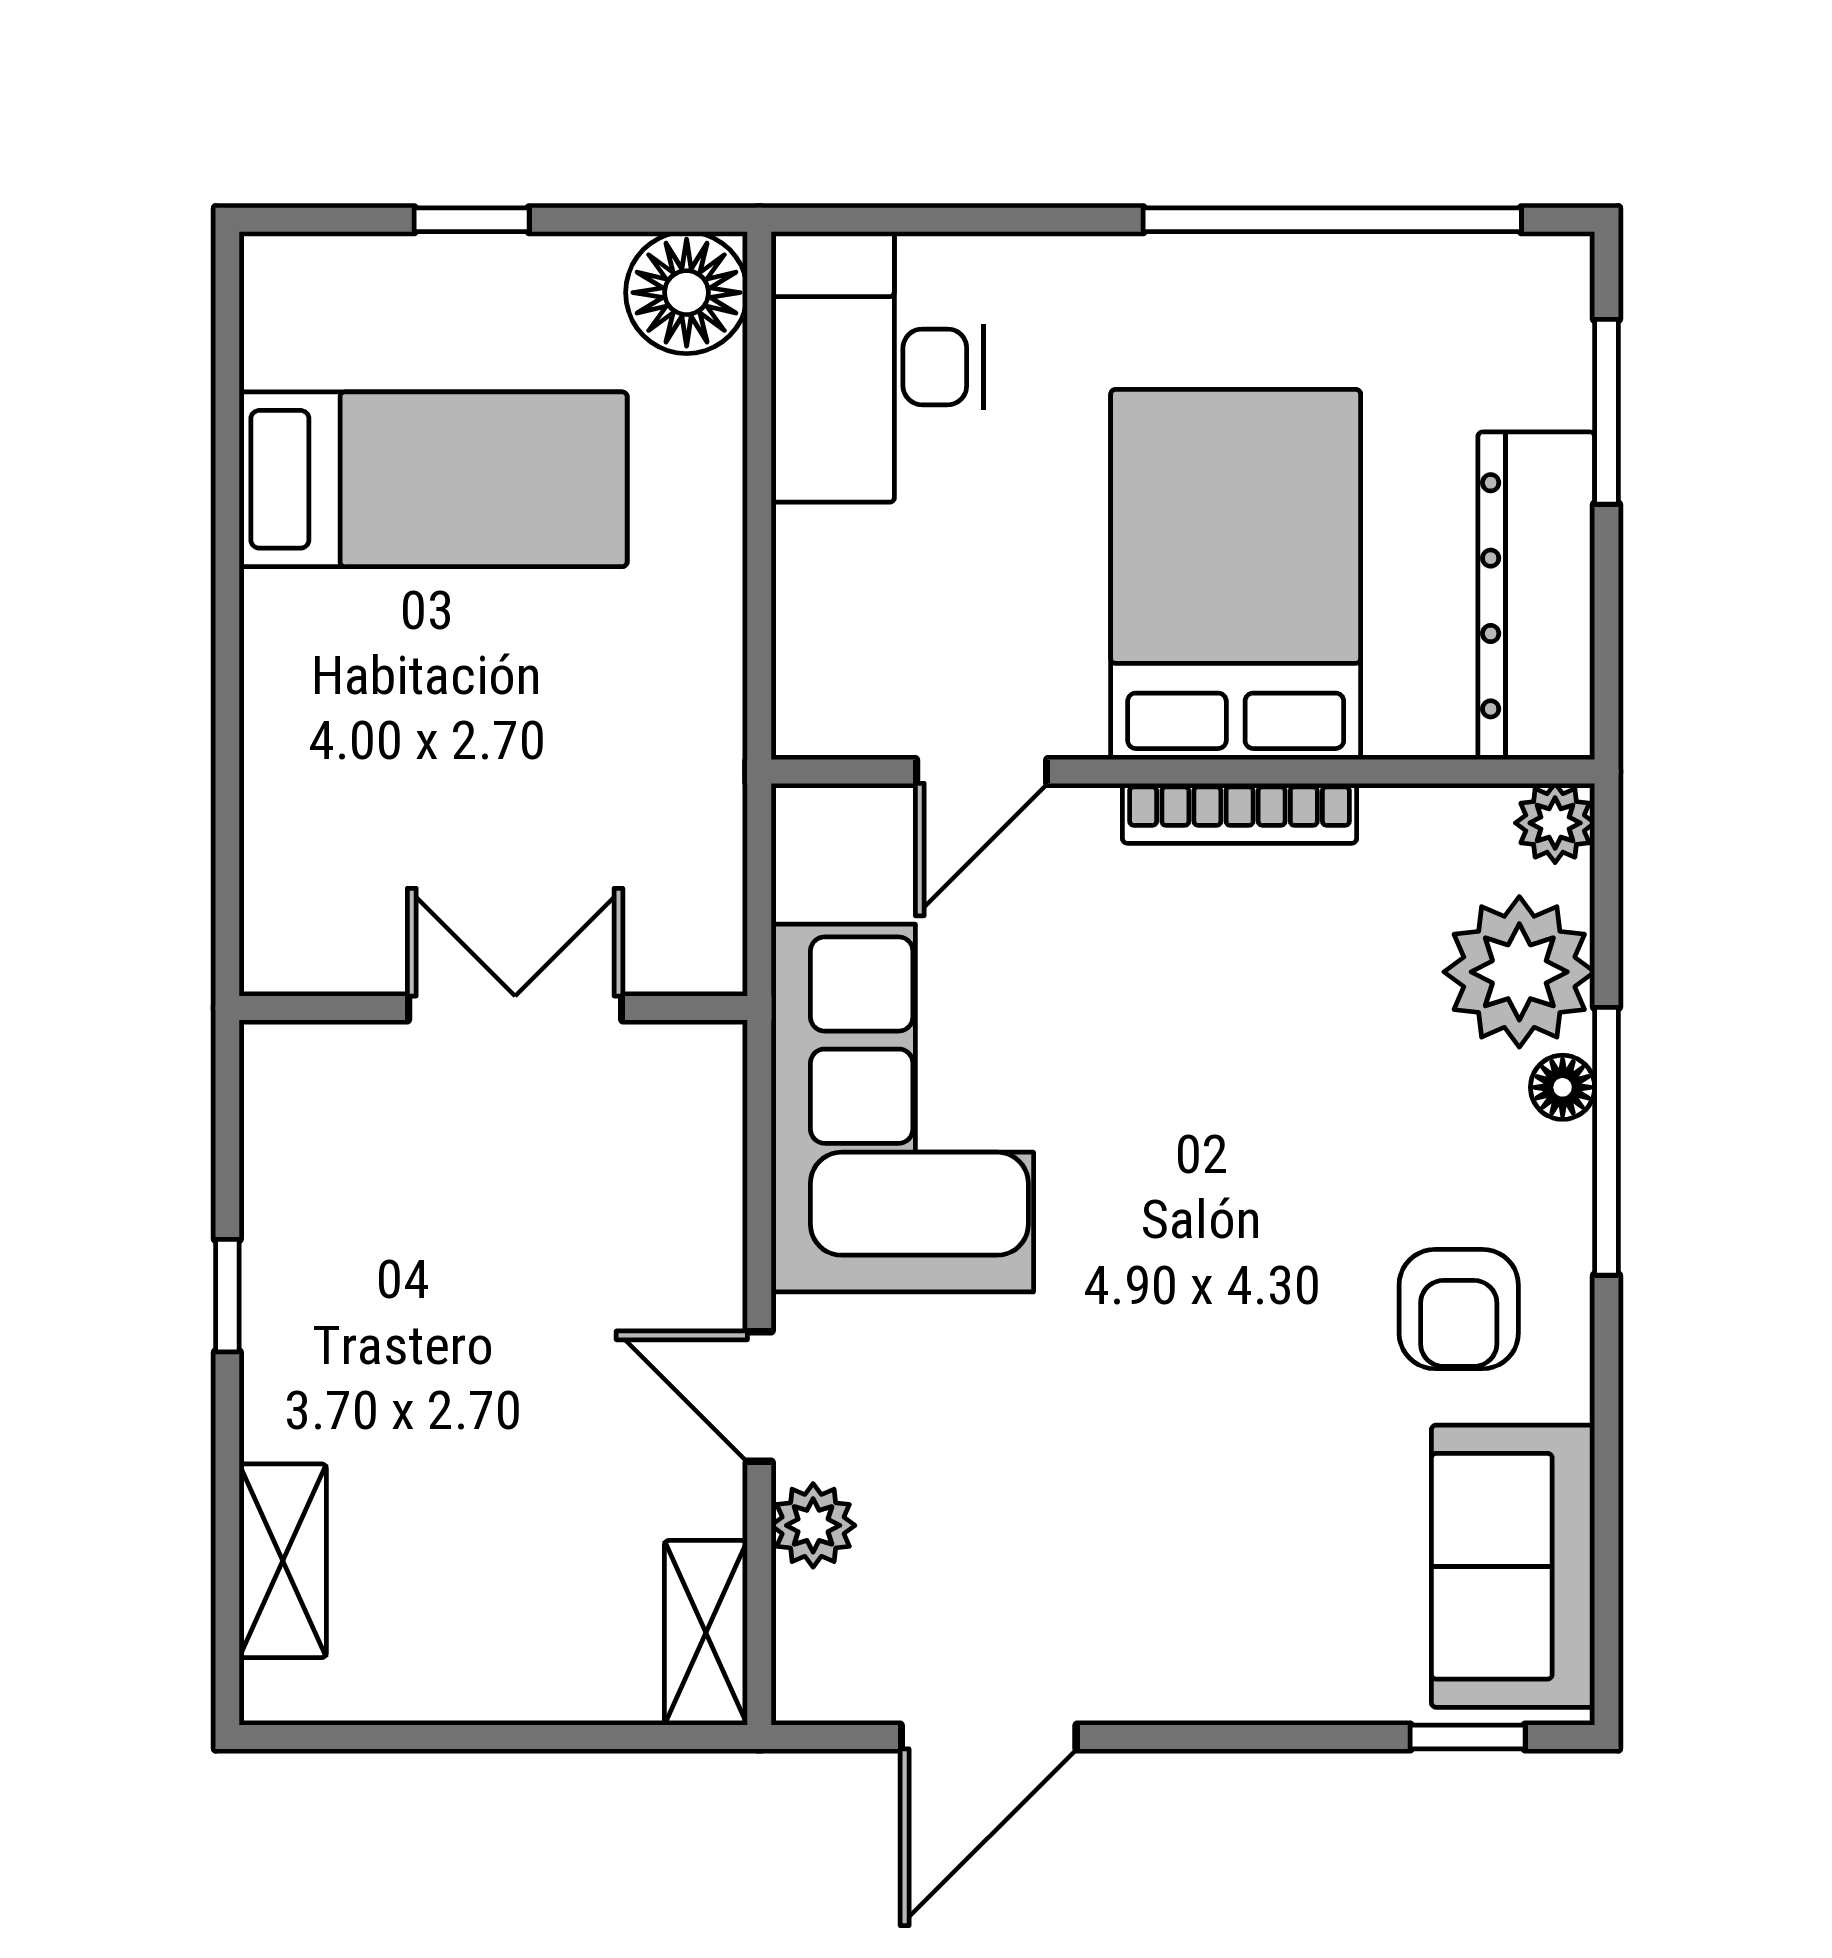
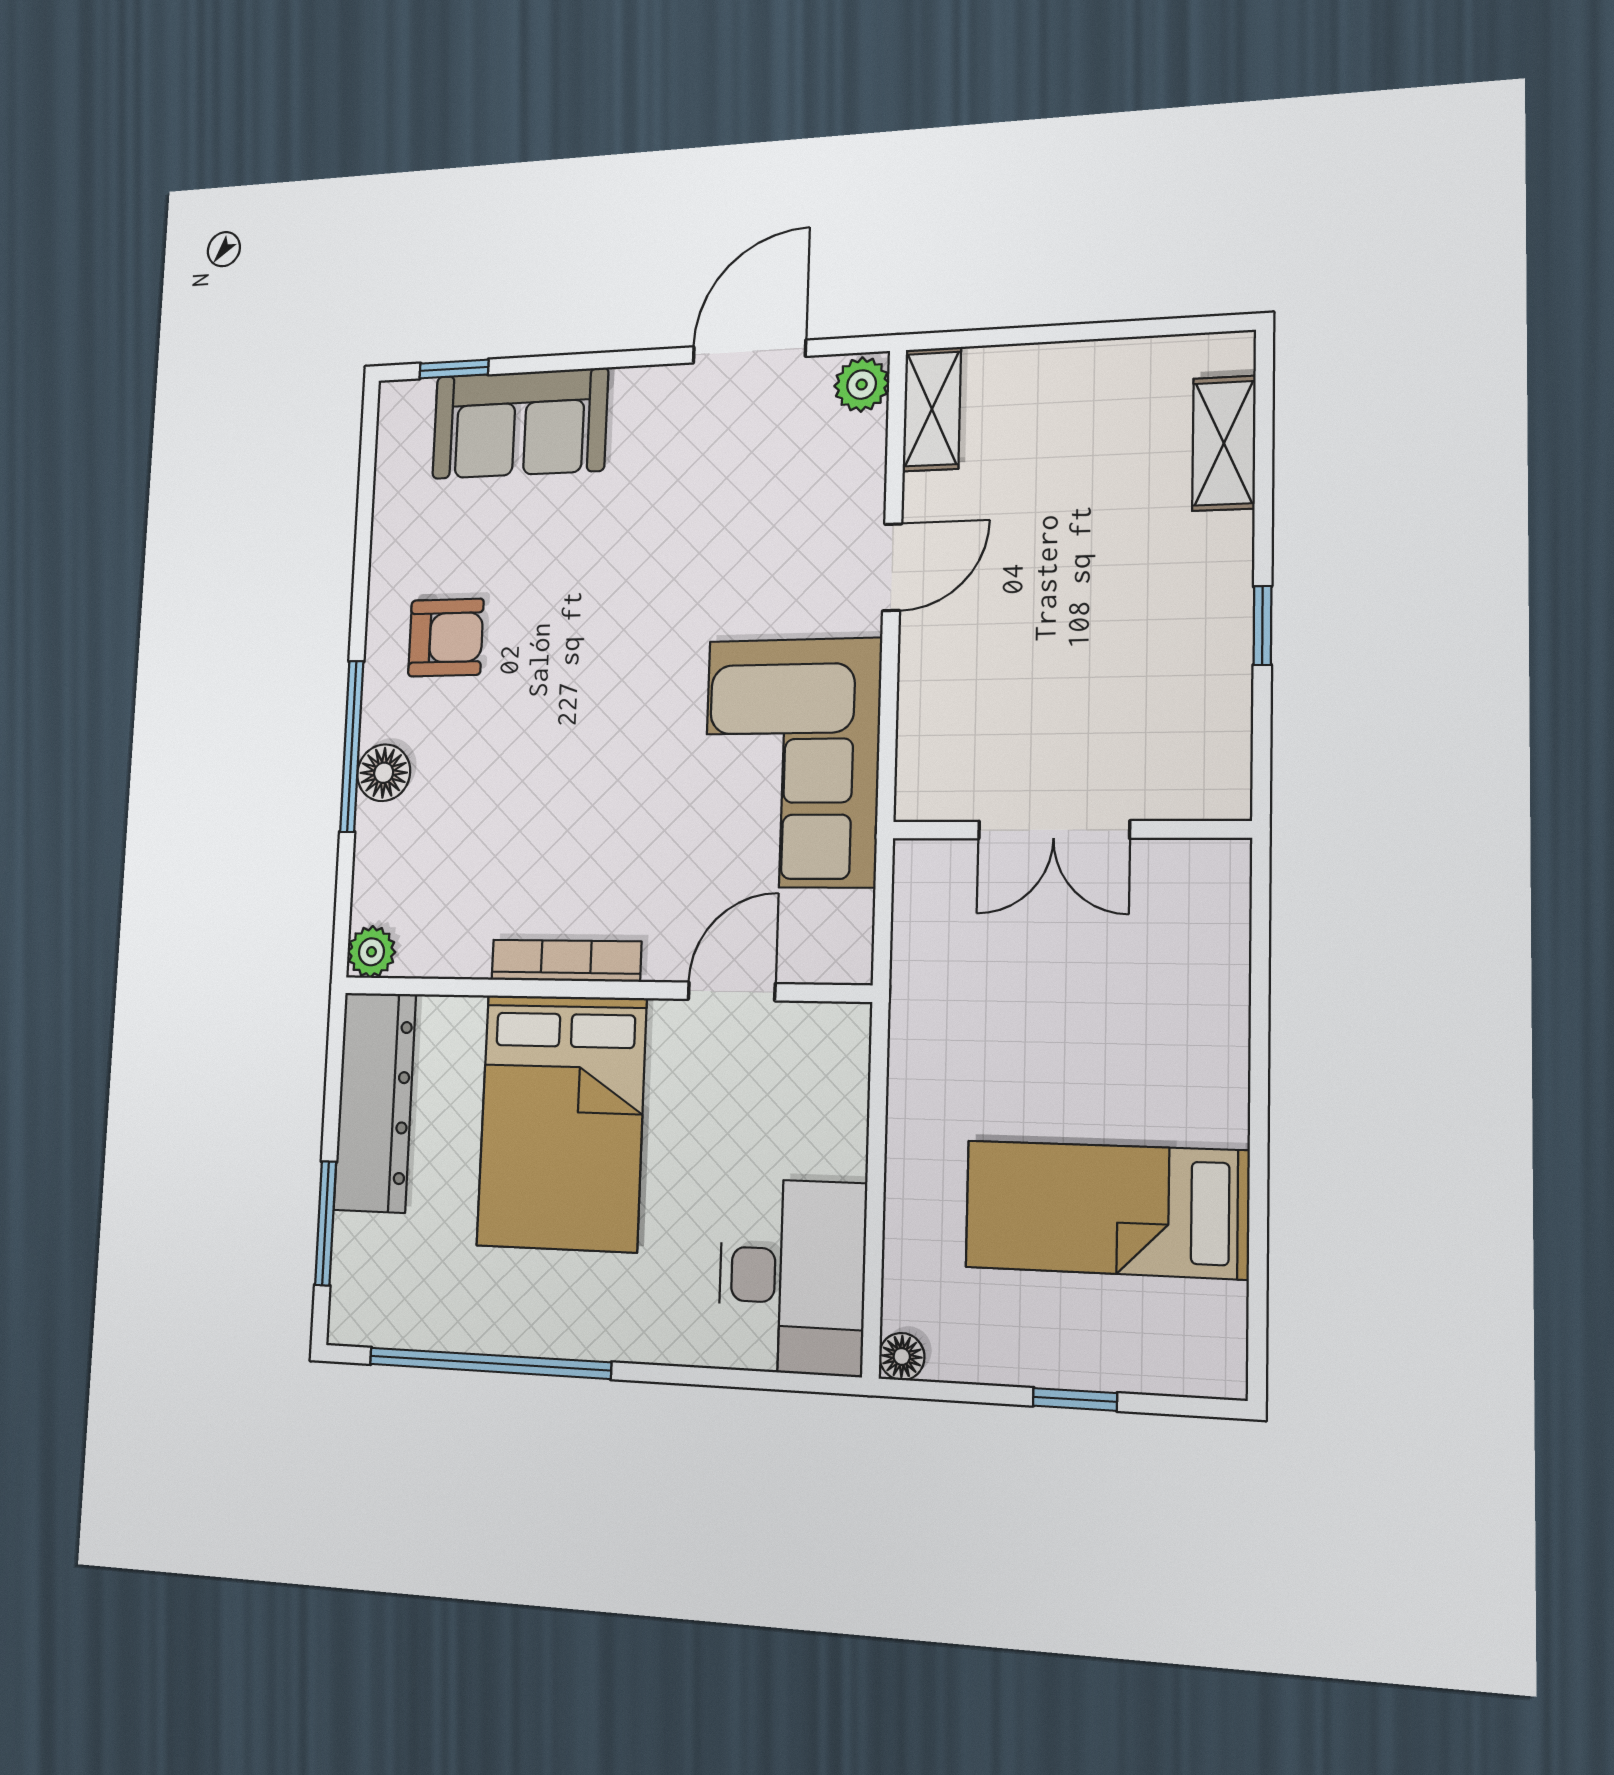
floor lamp: (687, 293) -> (902, 1356), width x0.53, depth x0.53
plant: (1519, 972) -> (398, 855), removed
floor lamp: (1563, 1087) -> (384, 773), width x1.37, depth x1.37
armchair: (1459, 1309) -> (446, 638), turned 90
door: (759, 1397) -> (892, 567), hinge flipped
plant: (813, 1525) -> (862, 385), moved
sofa: (1513, 1566) -> (520, 423), moved, turned 90

